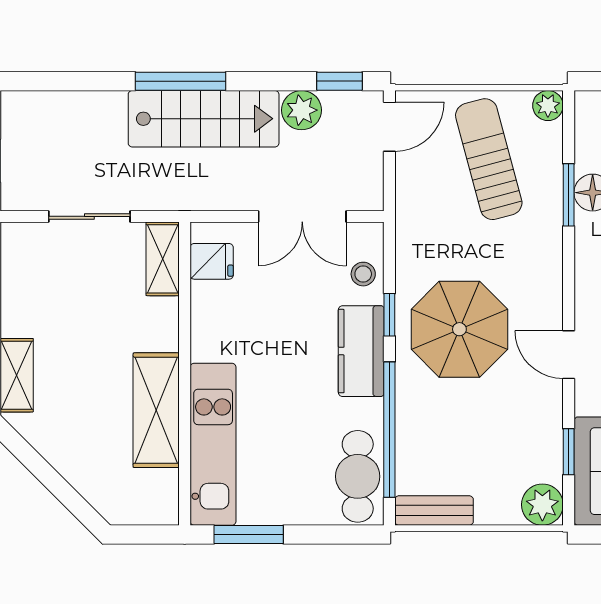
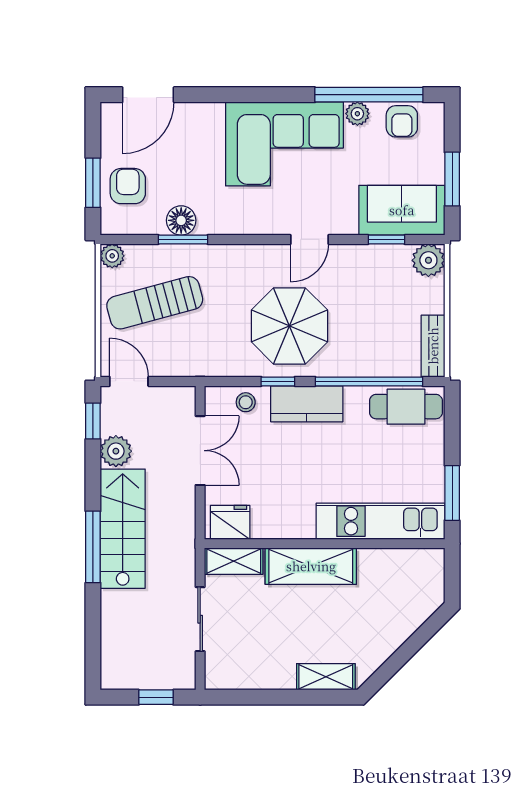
fridge: (212, 261) -> (230, 522), width x1.38
shelving: (156, 410) -> (311, 566), moved

